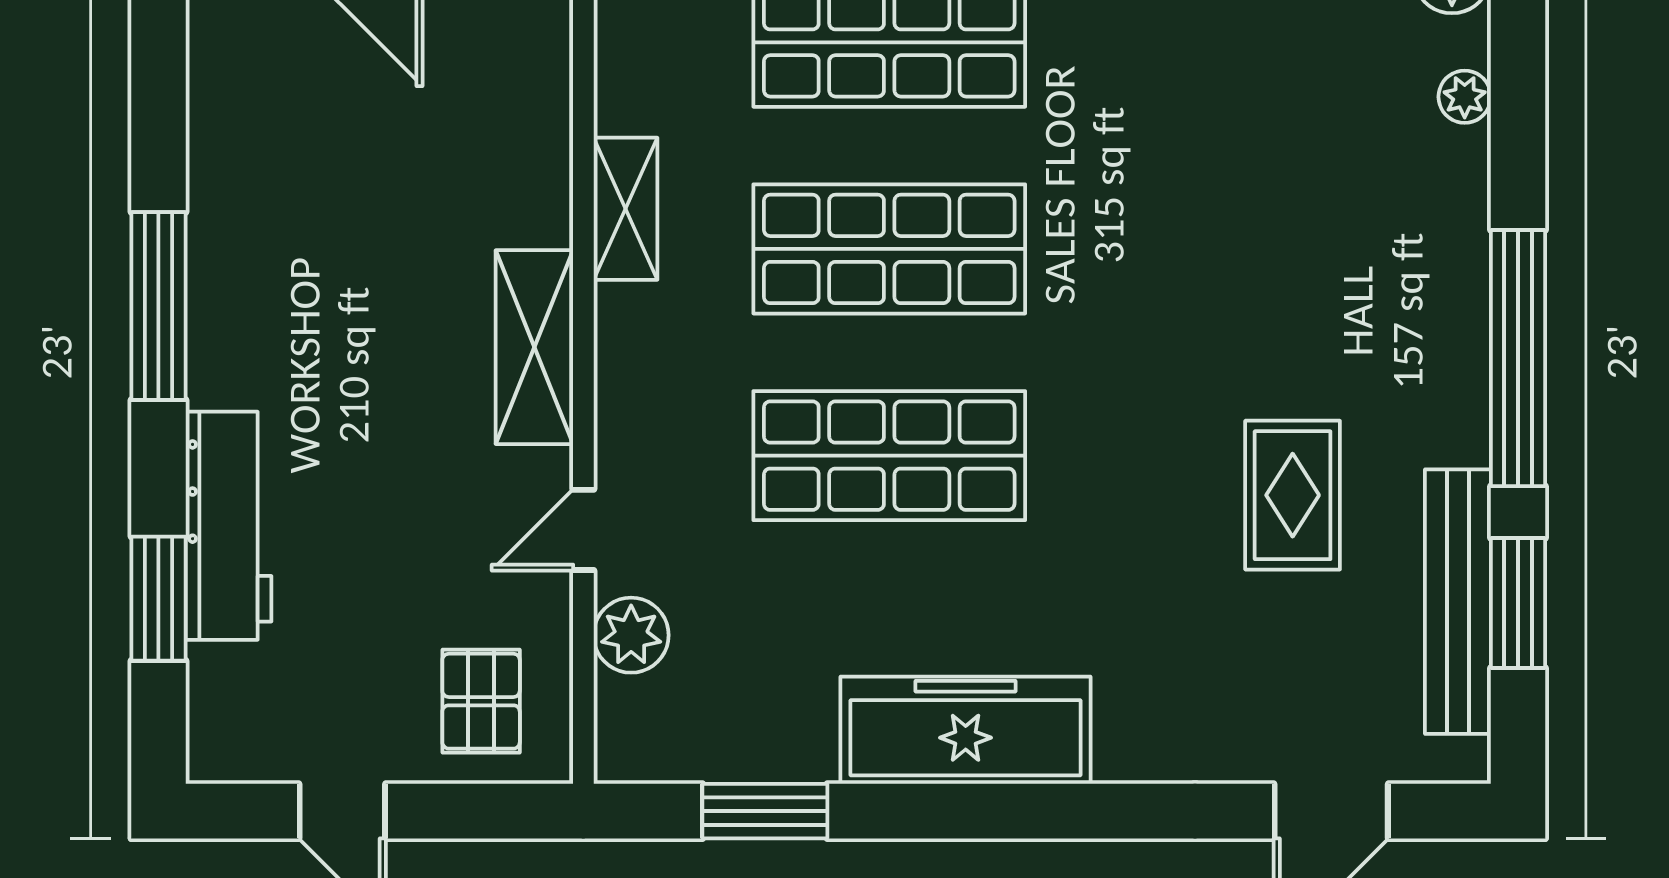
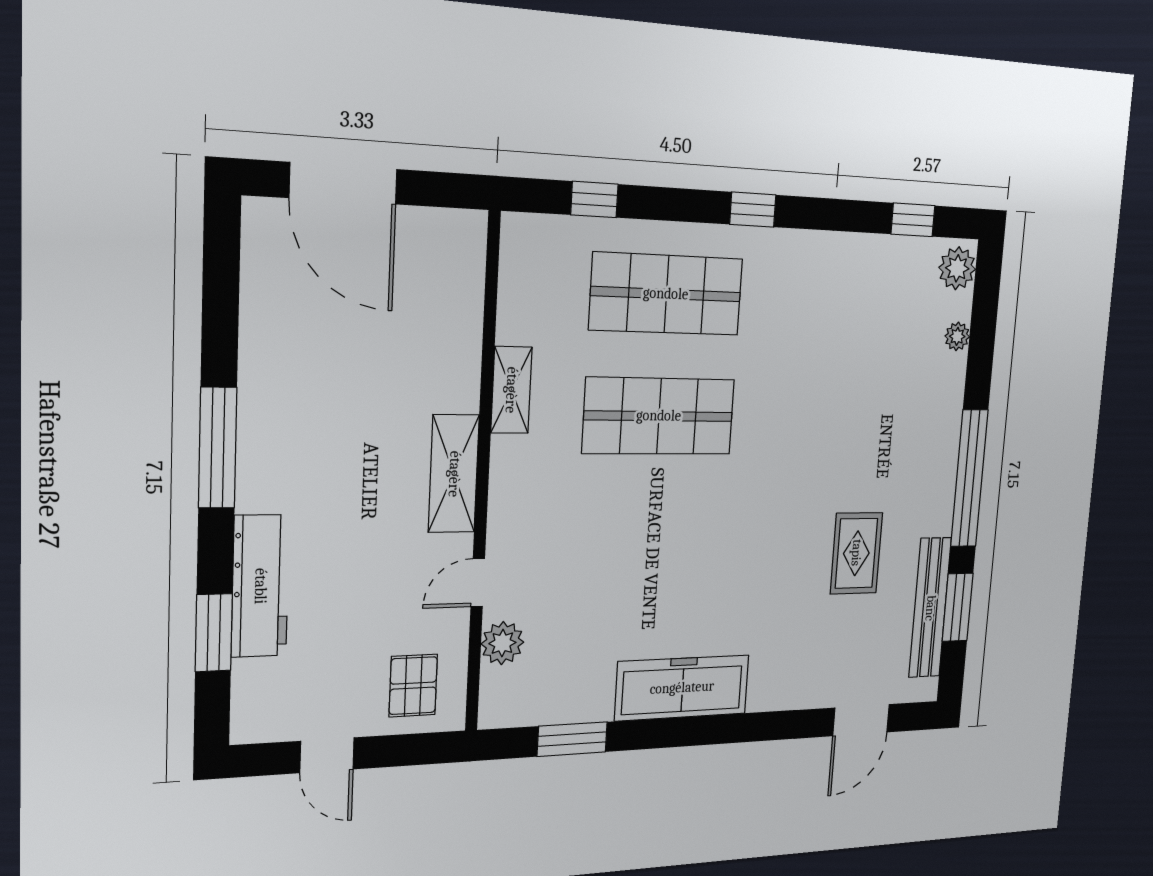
shop shelf: (889, 456) -> (652, 535), removed

